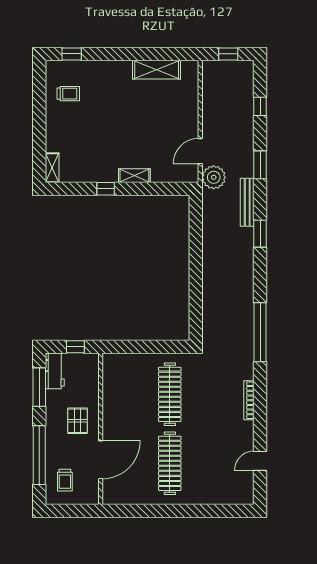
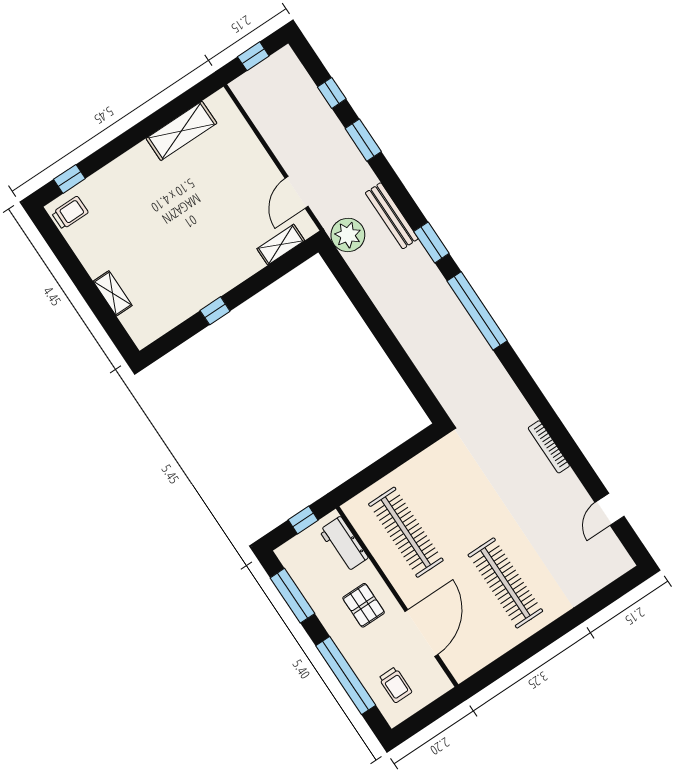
trolley: (68, 94) -> (70, 213), moved
window: (260, 165) -> (363, 140), moved
shelving: (52, 168) -> (113, 293), moved
shelving: (134, 176) -> (281, 245), moved
plant: (214, 177) -> (348, 235), moved
window: (260, 332) -> (477, 311), moved
workbench: (55, 371) -> (344, 544), moved, turned 180
clothes rail: (170, 394) -> (406, 532), moved

